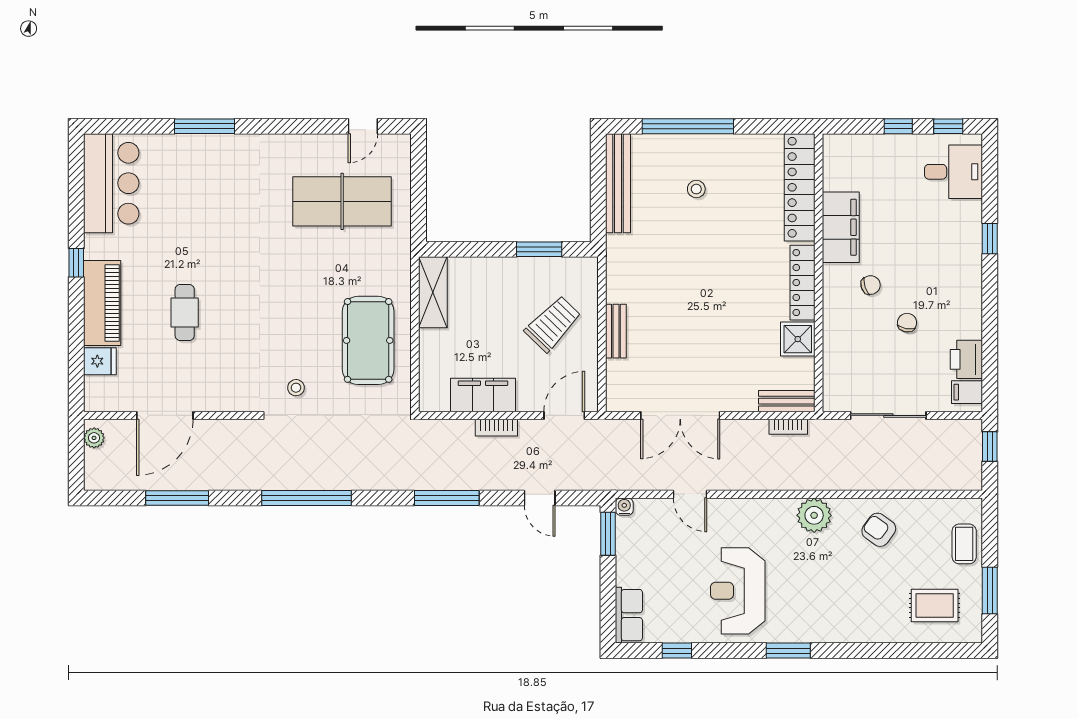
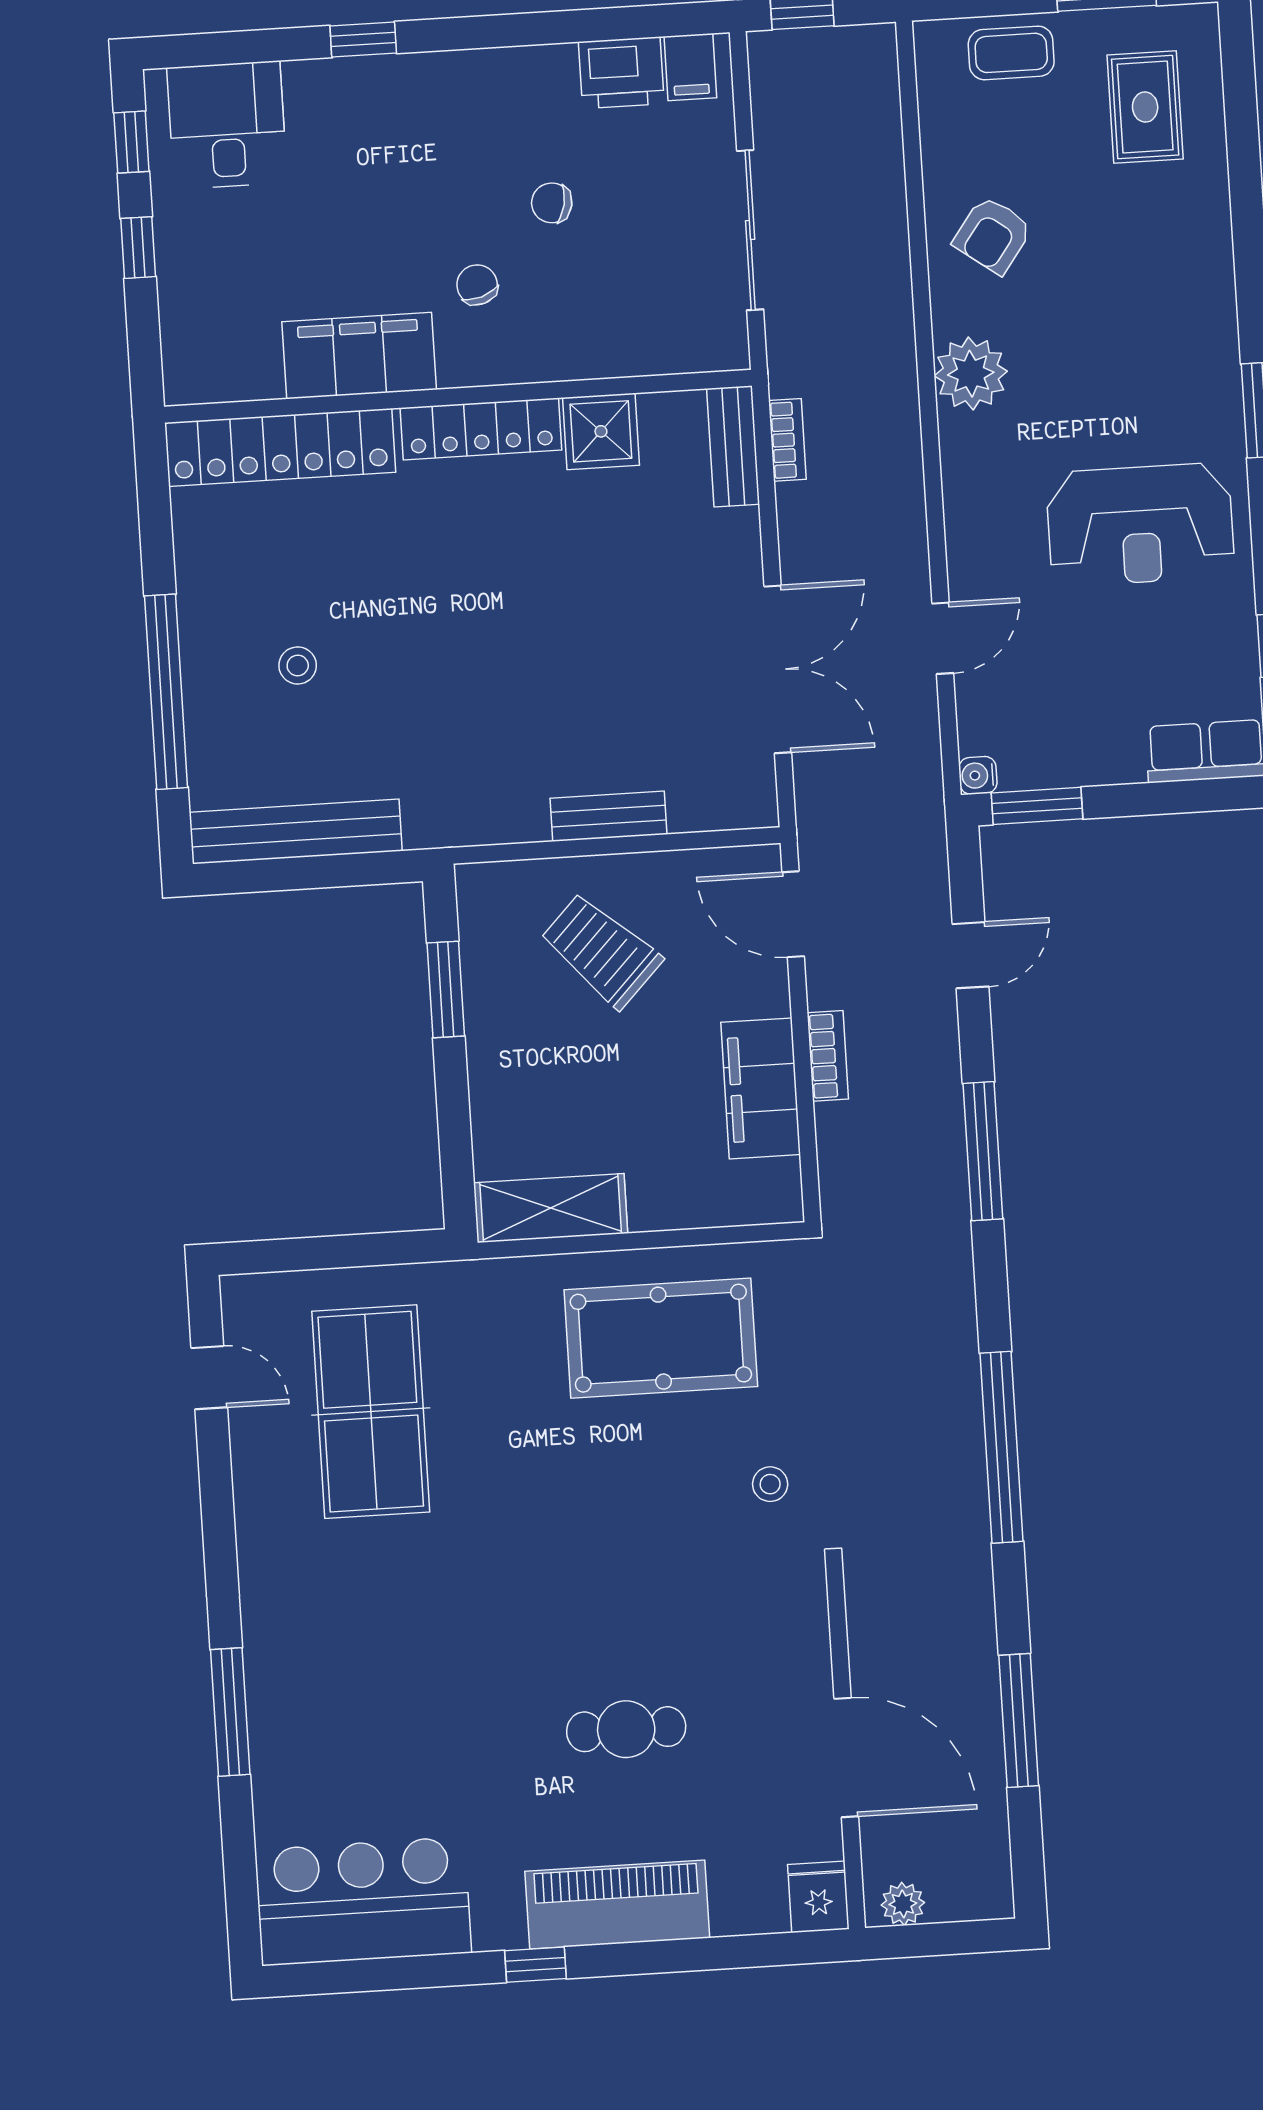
fridge: (100, 361) -> (818, 1897), moved

